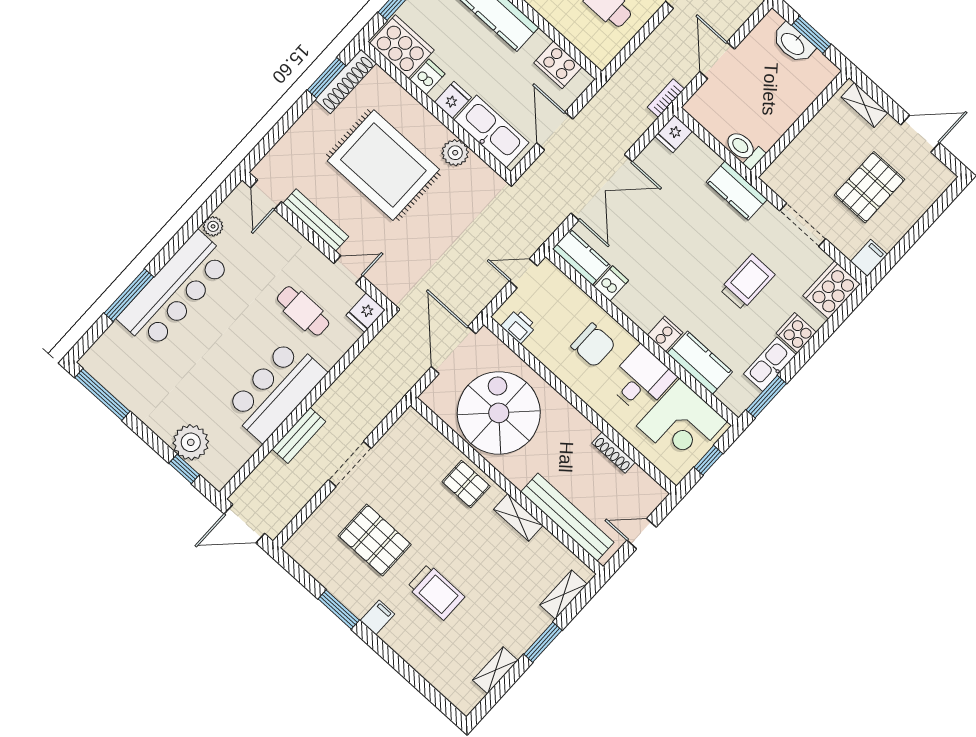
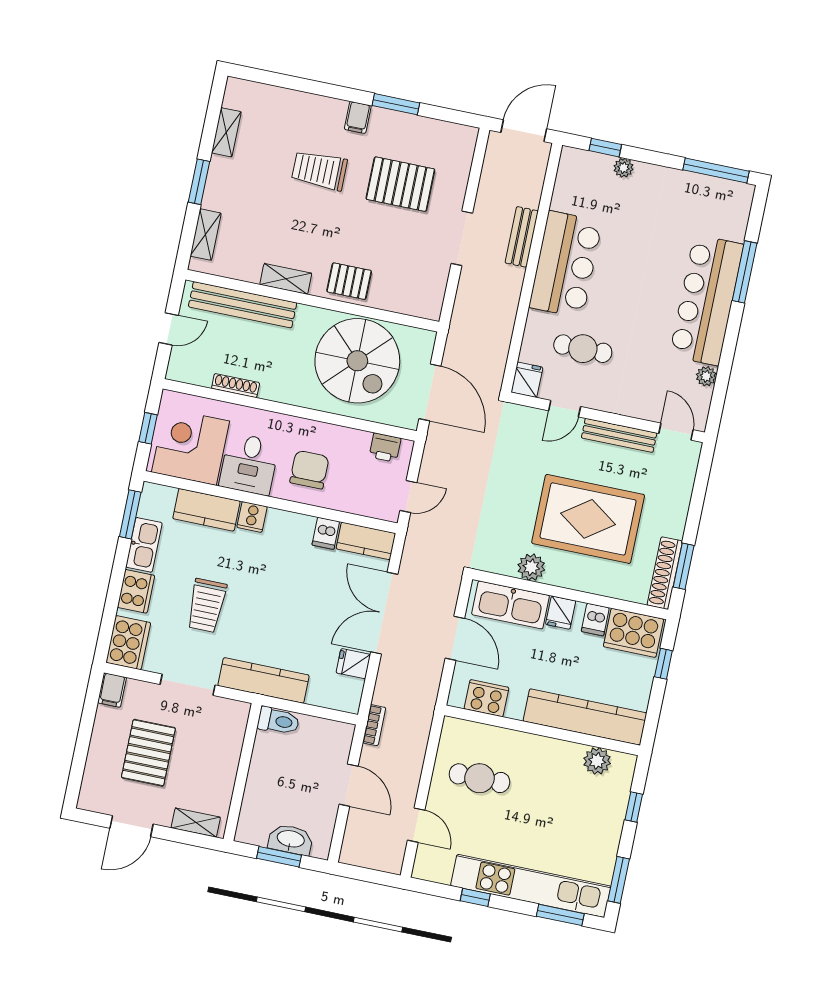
fridge: (674, 134) -> (353, 664), moved, turned -90
kitchen counter: (737, 191) -> (264, 680), width x1.50
cooker: (796, 333) -> (136, 591), width x1.36
chair: (593, 345) -> (309, 470), turned 90
plant: (191, 442) -> (623, 168), width x0.53, depth x0.53

